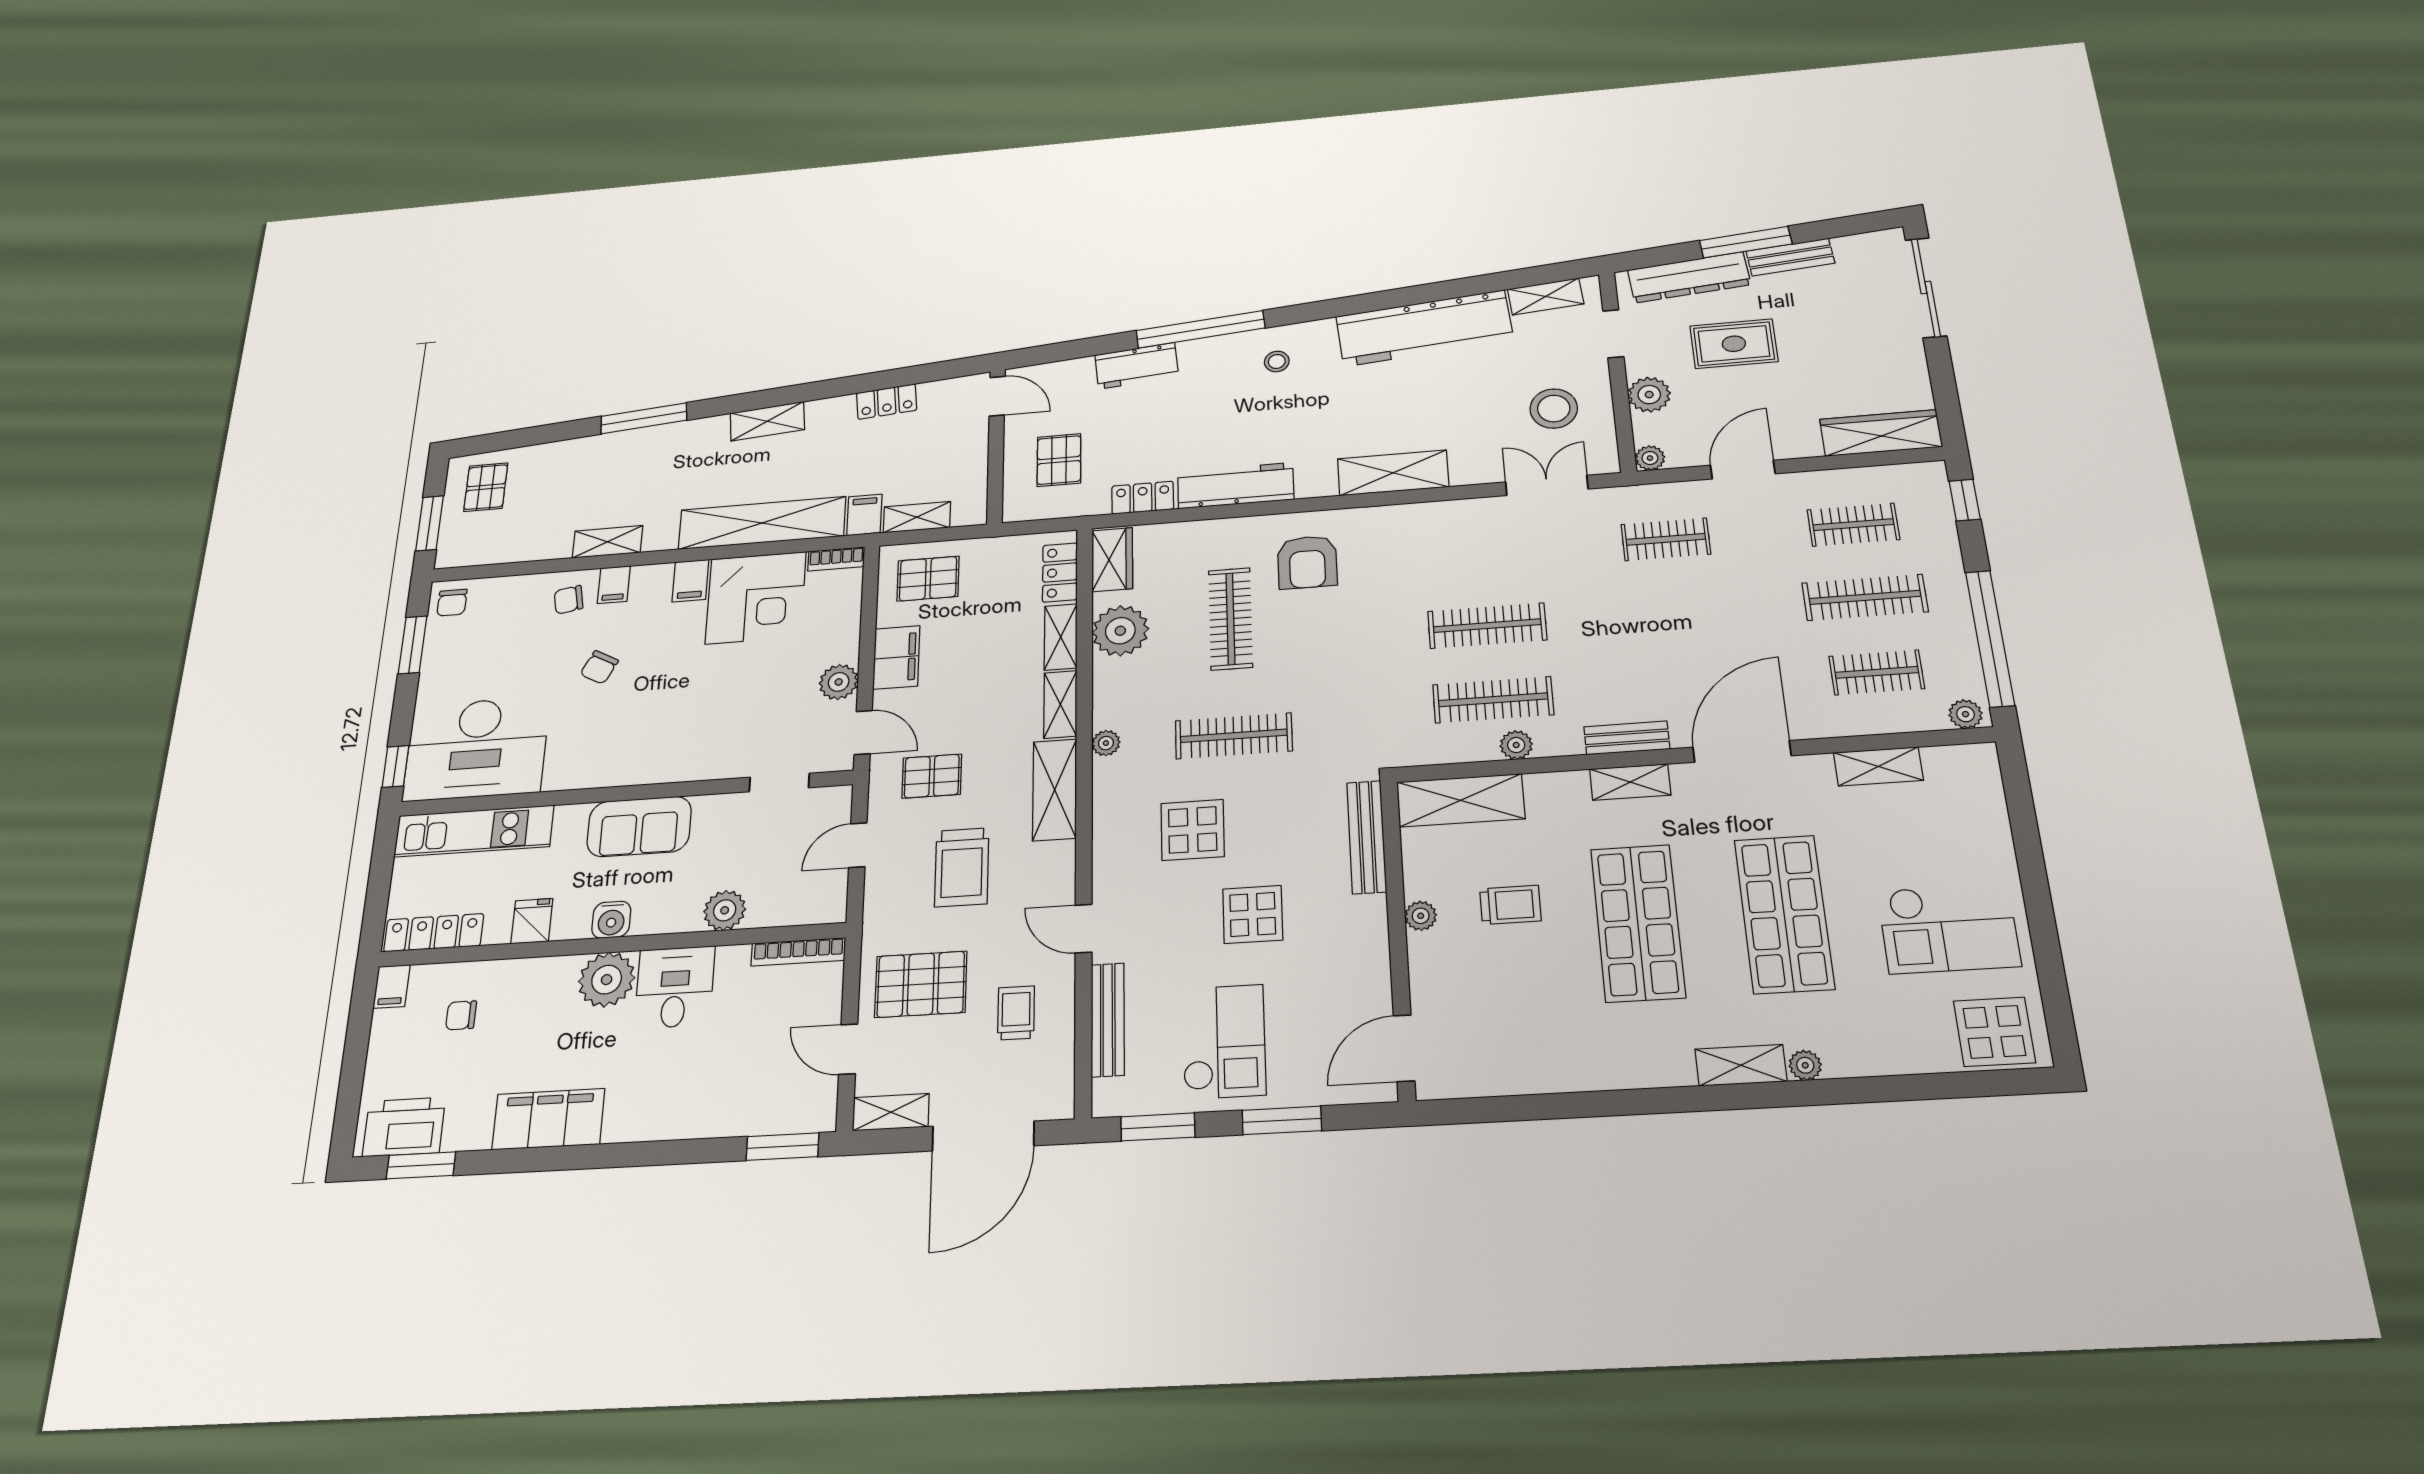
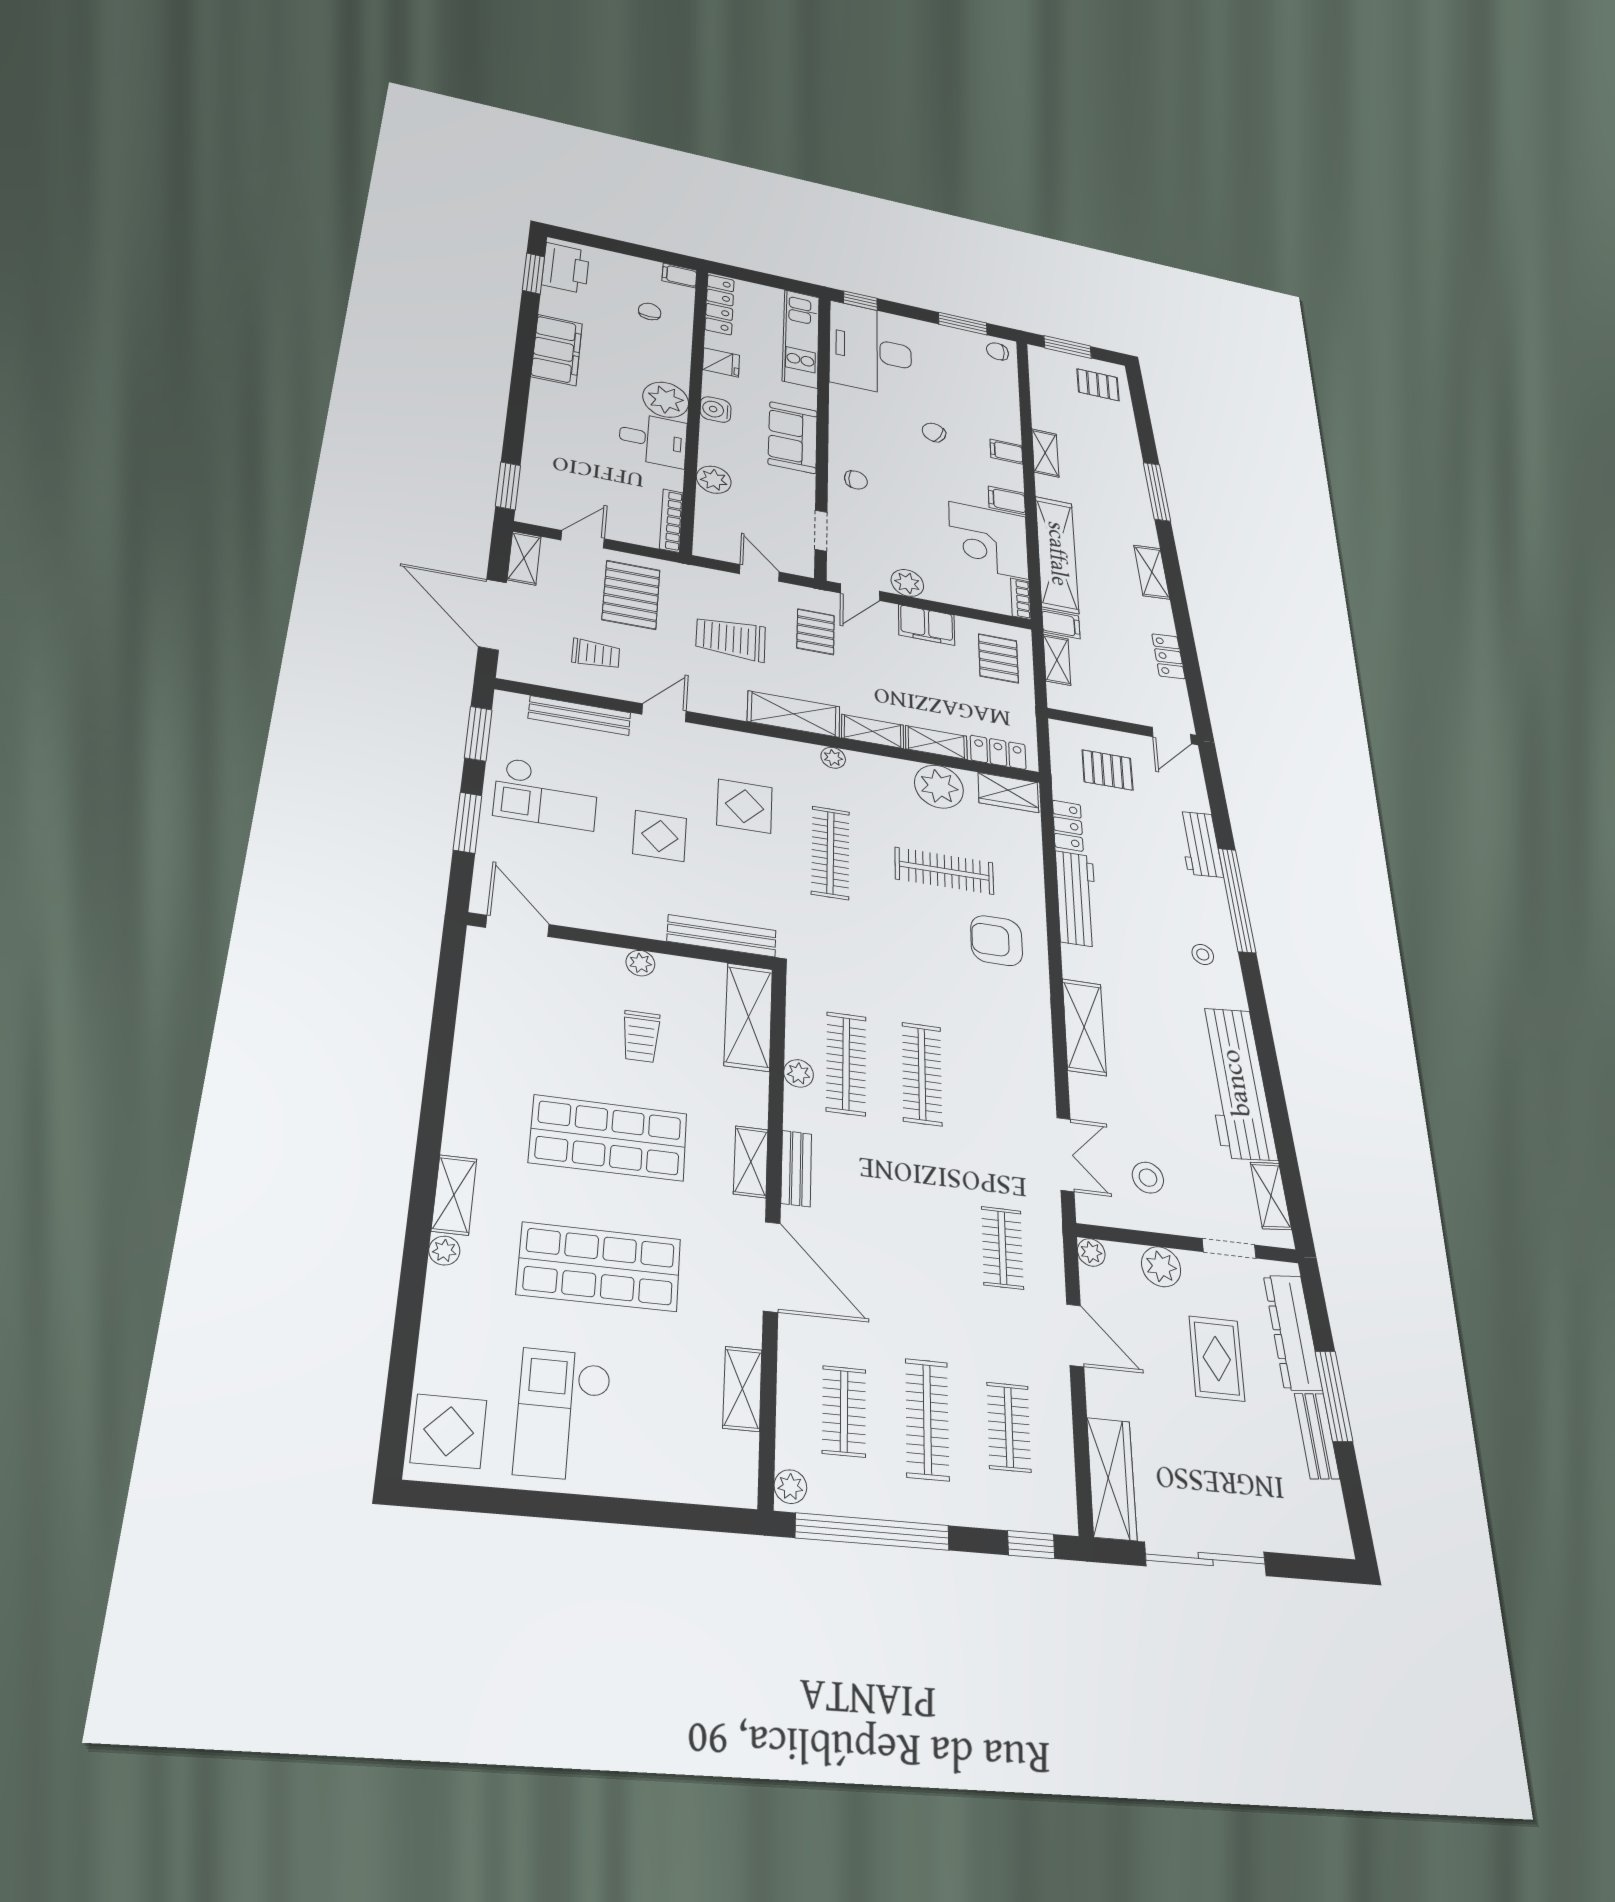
sliding door: (1926, 288) -> (1206, 1559), moved
stool: (1554, 409) -> (1148, 1178), width x0.73, depth x0.73
chair: (569, 600) -> (856, 480), moved, turned 100

